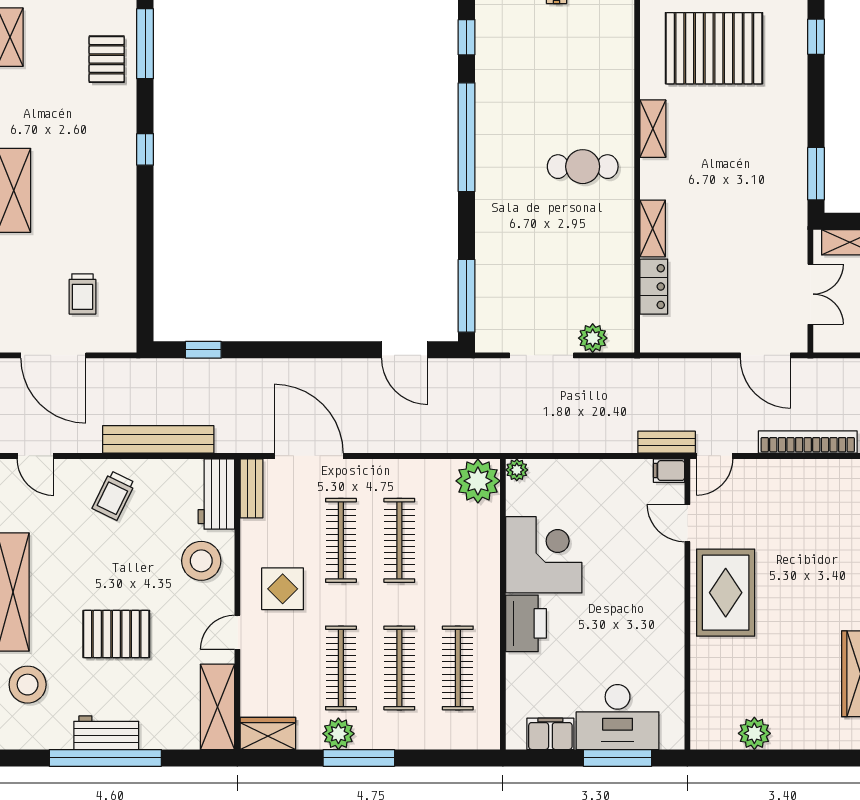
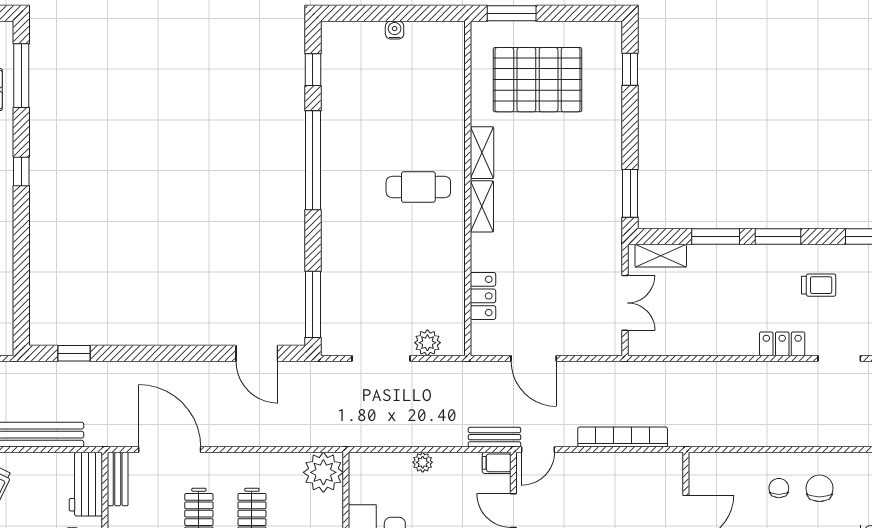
shelving: (653, 228) -> (482, 206), moved
door: (765, 355) -> (534, 358), moved
plant: (517, 470) -> (423, 462), moved

